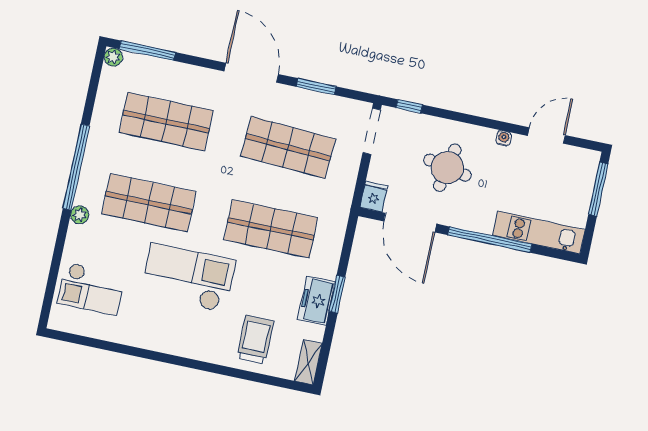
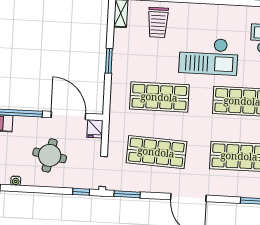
window: (316, 87) -> (127, 194), moved
freezer: (316, 301) -> (122, 55), removed

